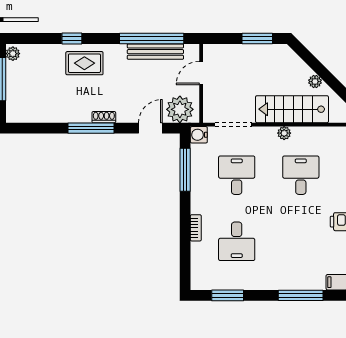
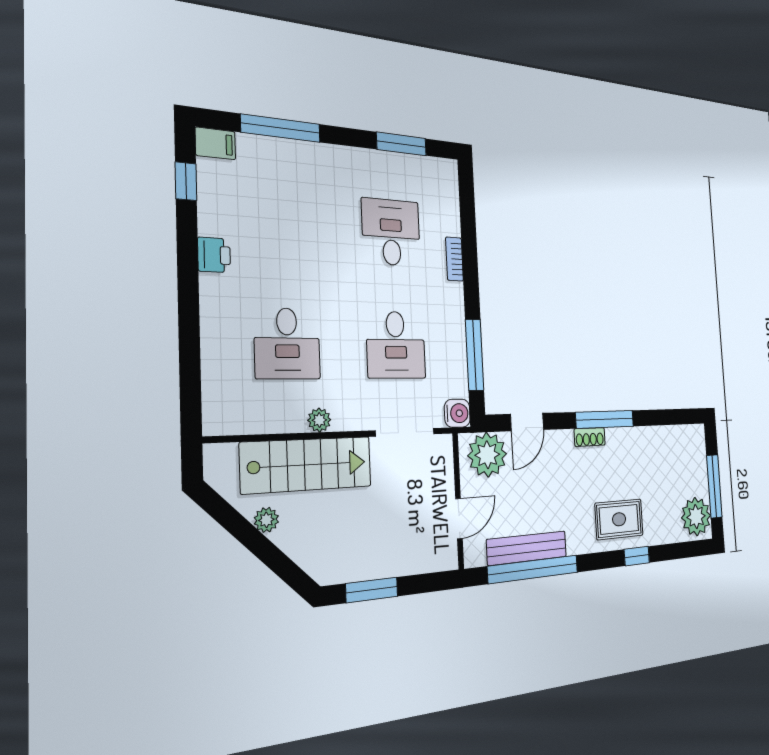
plant: (13, 54) -> (696, 517), width x1.87, depth x1.87

